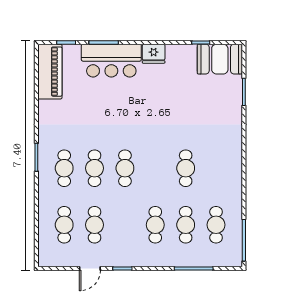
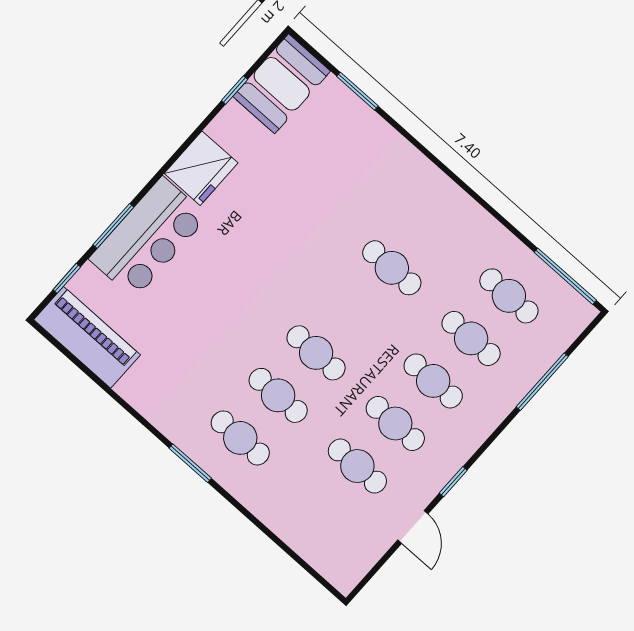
fridge: (154, 54) -> (201, 168), width x1.36, depth x1.34
cafe table: (64, 225) -> (395, 423), moved

